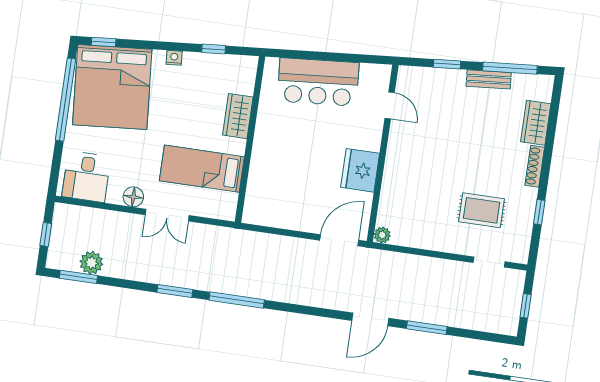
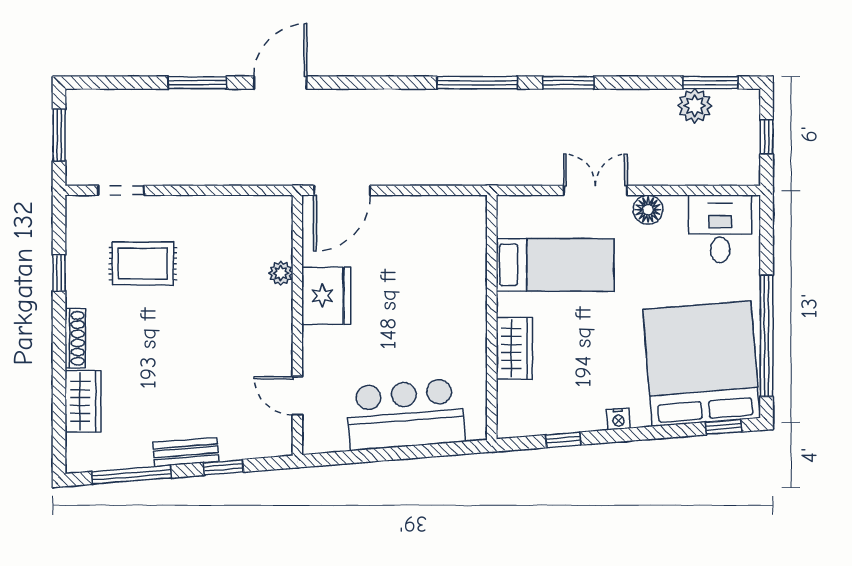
bench: (489, 79) -> (186, 452), moved
plant: (382, 235) -> (281, 273), moved
window: (526, 306) -> (59, 135), width x1.50

